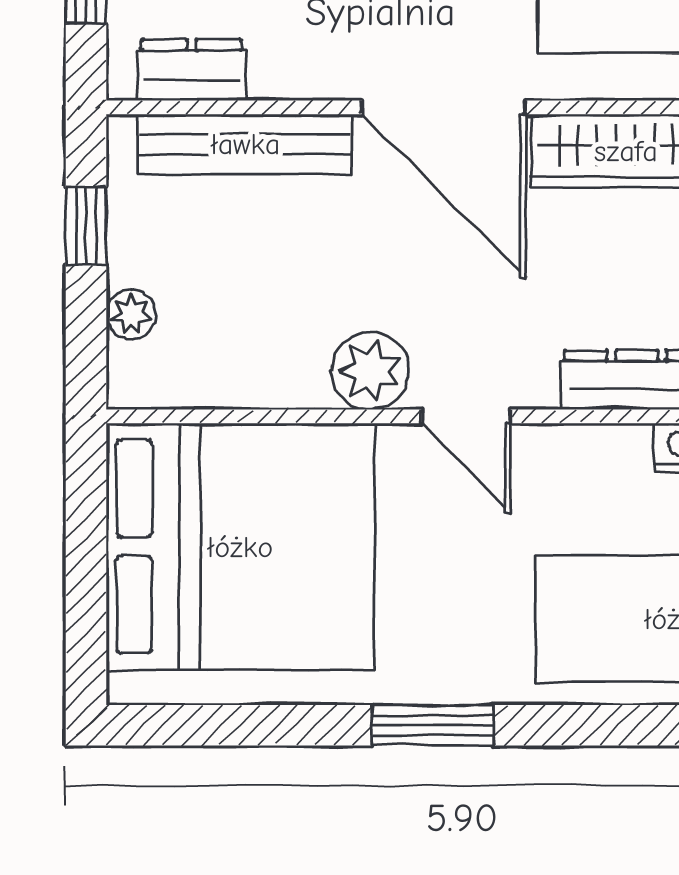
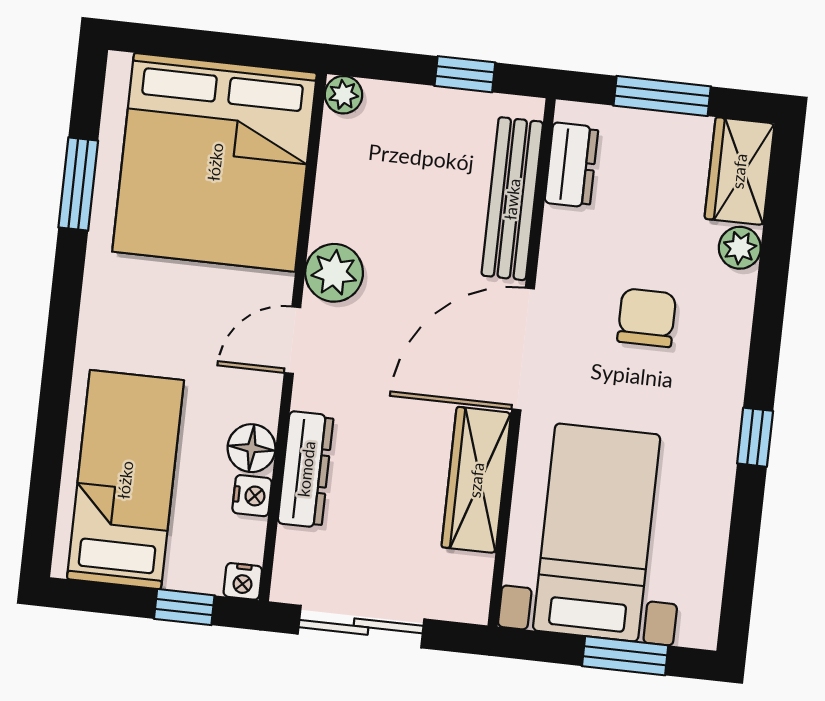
plant: (131, 315) -> (343, 95), moved
floor lamp: (616, 455) -> (252, 448), added
window: (433, 725) -> (78, 184), moved

